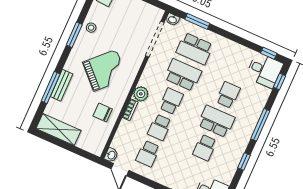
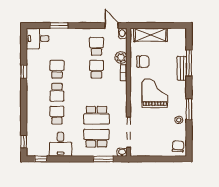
grand piano: (105, 70) -> (155, 93), turned 135
desk: (264, 70) -> (60, 144), moved, turned -90
plant: (141, 94) -> (121, 58), moved
school desk: (228, 95) -> (57, 115), turned 180
school desk: (171, 101) -> (96, 92), removed
school desk: (216, 121) -> (57, 92), width x0.54
window: (260, 125) -> (24, 104), removed
shelving: (58, 130) -> (150, 35), moved

